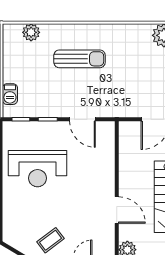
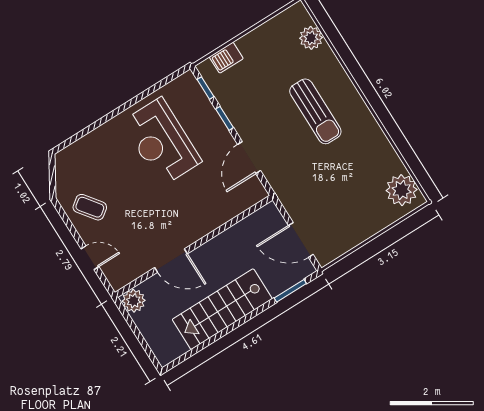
door: (117, 210) -> (171, 261), hinge flipped

